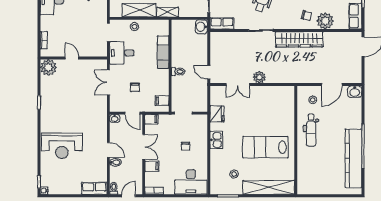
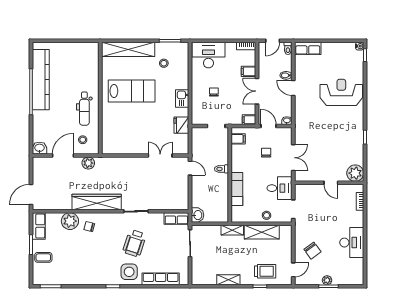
plant: (259, 77) -> (88, 163), moved
dental chair: (311, 130) -> (84, 109), turned 180

